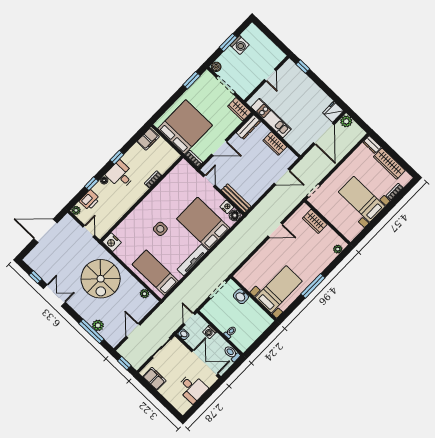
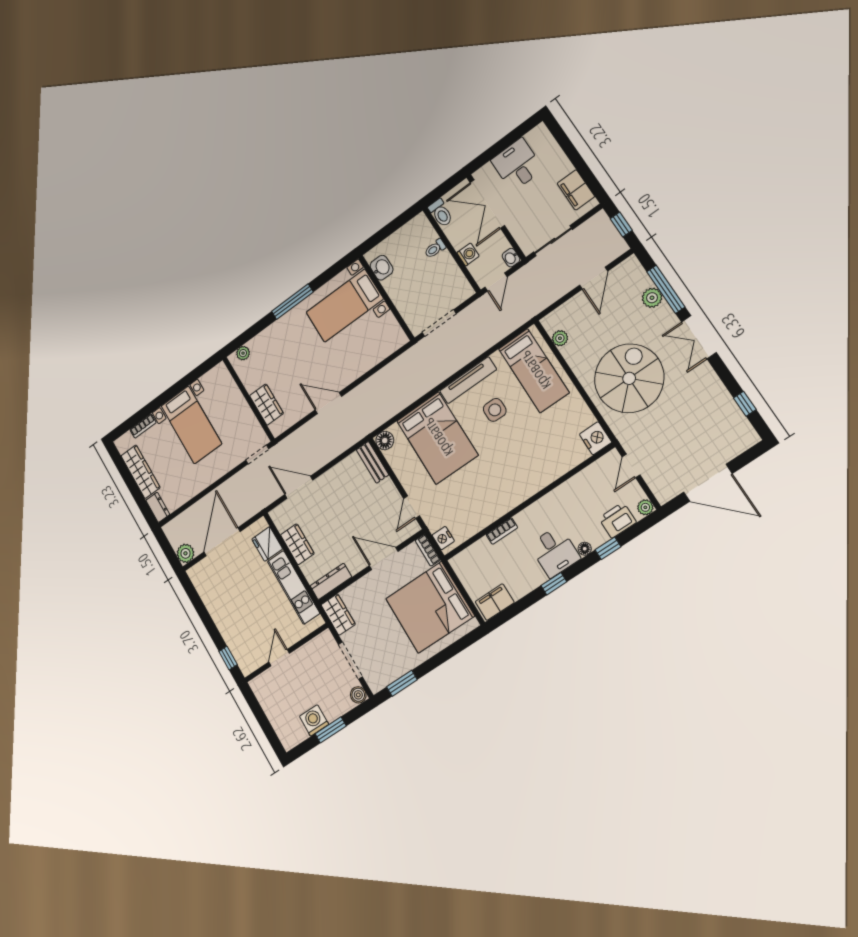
fridge: (333, 112) -> (267, 544), moved, turned 90
bench: (236, 198) -> (372, 462), width x0.73
nightstand: (227, 207) -> (443, 538), moved
side table: (160, 229) -> (495, 410), moved
double door: (54, 295) -> (699, 337), moved
washbasin: (241, 296) -> (382, 268), moved

